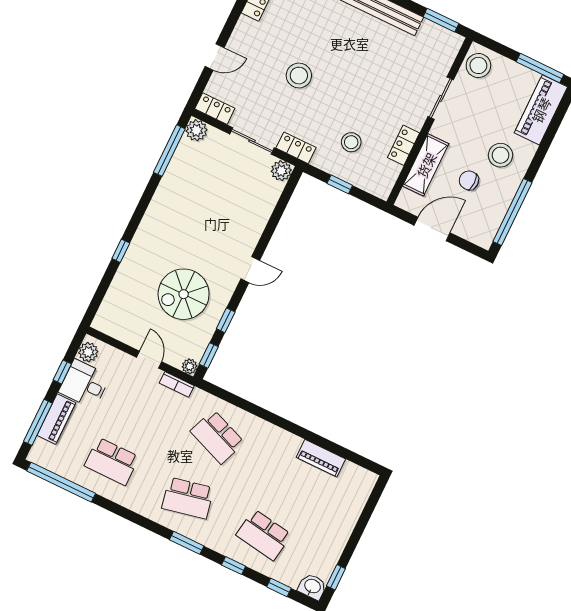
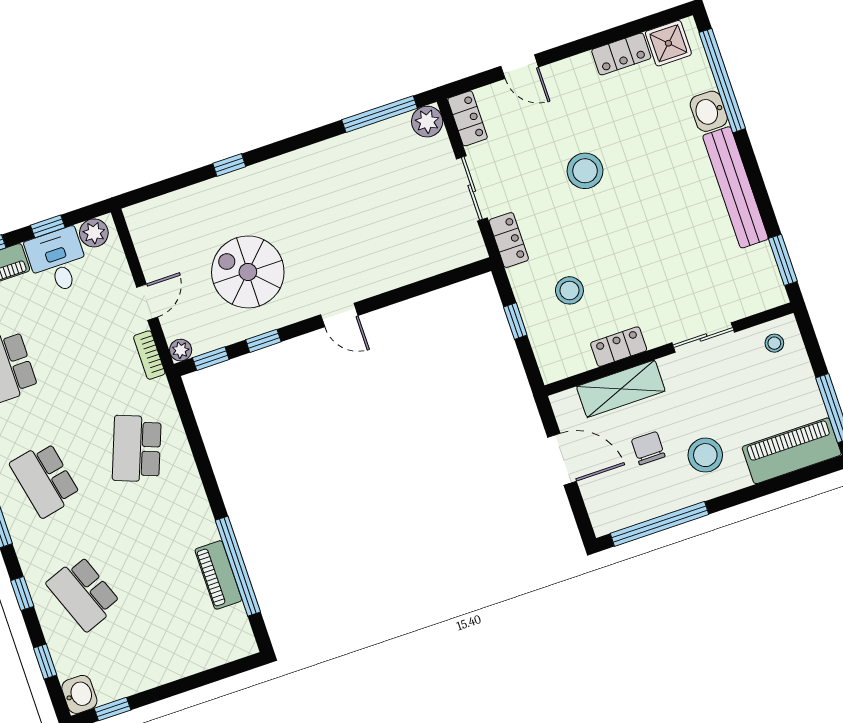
stool: (478, 65) -> (774, 343), width x0.53, depth x0.53
plant: (281, 171) -> (471, 248), removed
window: (326, 444) -> (238, 566), added
school desk: (264, 535) -> (84, 593), turned -30

